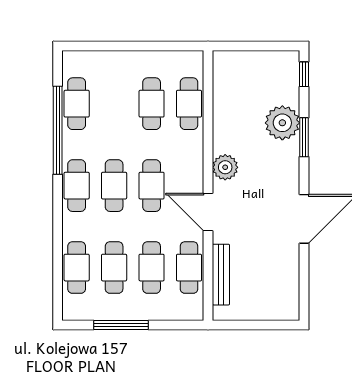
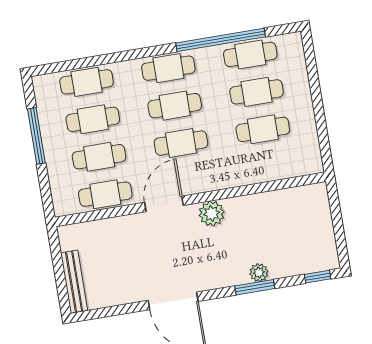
cafe table: (189, 104) -> (257, 92), moved
plant: (282, 123) -> (259, 273), width x0.53, depth x0.53
bench: (221, 275) -> (74, 282), moved, turned 90

